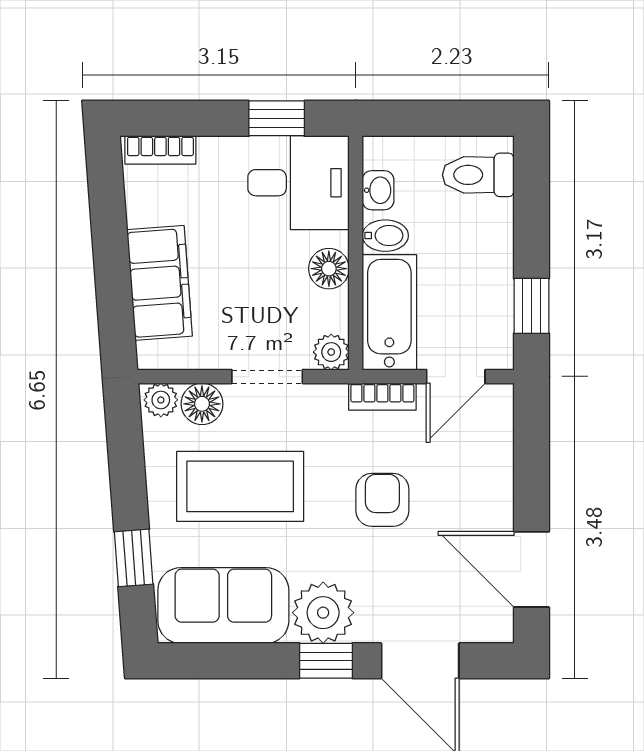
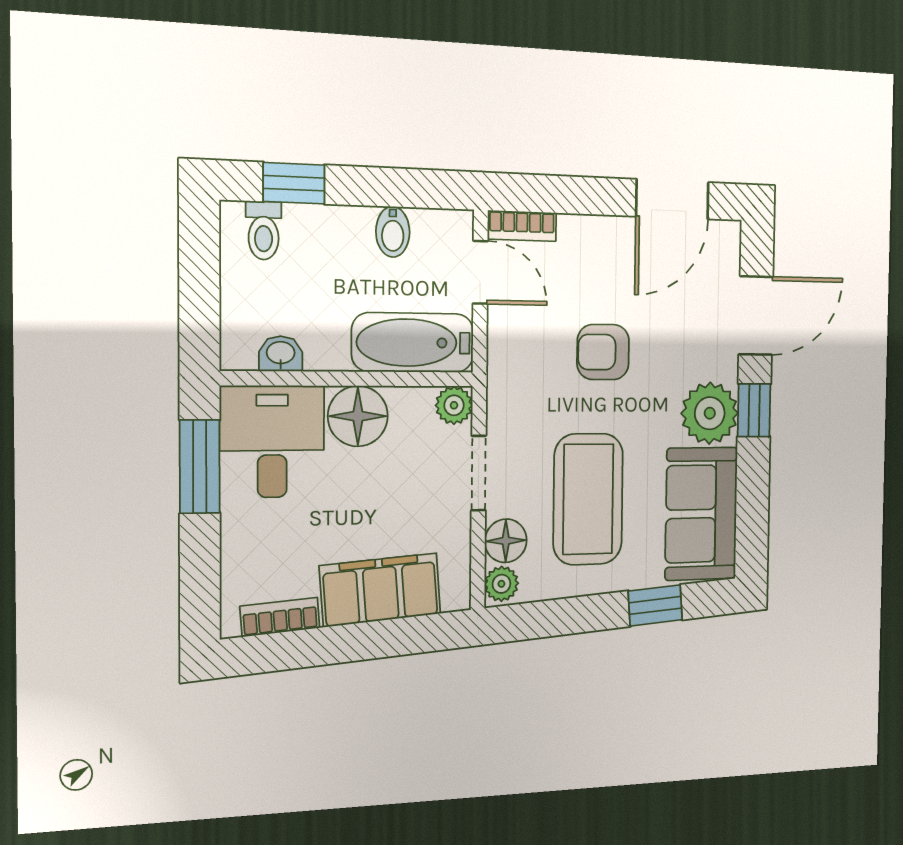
window: (277, 118) -> (200, 467), width x1.50
bookcase: (160, 150) -> (280, 617), moved, turned -94
toilet: (478, 175) -> (264, 231), width x0.73, depth x0.72
bidet: (385, 236) -> (393, 232), moved, turned 180
floor lamp: (329, 269) -> (358, 416), width x1.38, depth x1.38
window: (531, 306) -> (294, 183), moved
bookcase: (382, 397) -> (522, 226), moved, turned 90

